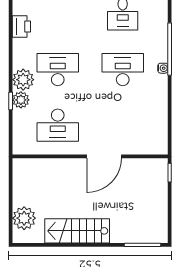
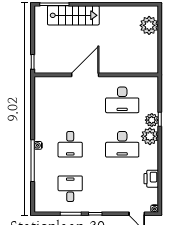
desk: (123, 70) -> (70, 144), width x0.73
desk: (58, 125) -> (122, 100), turned 180
stairs: (77, 231) -> (73, 15), moved

